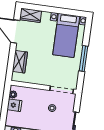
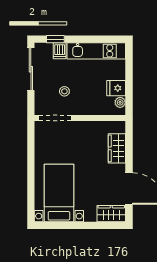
window: (84, 59) -> (31, 165), removed

